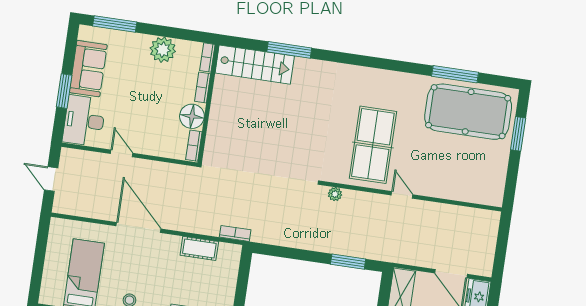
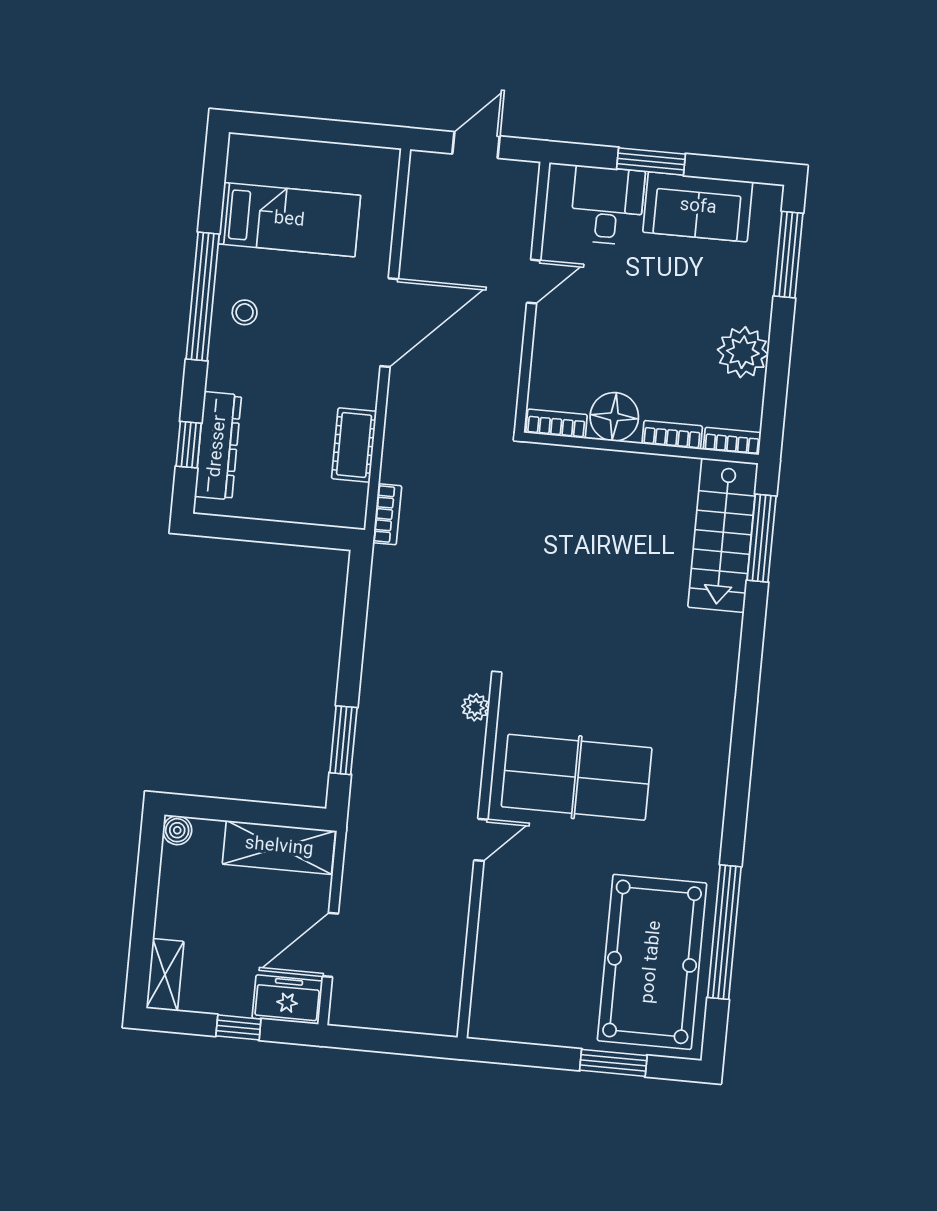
window: (289, 50) -> (762, 538), moved
window: (455, 74) -> (724, 932), width x1.46
desk: (84, 121) -> (607, 206), width x0.73

